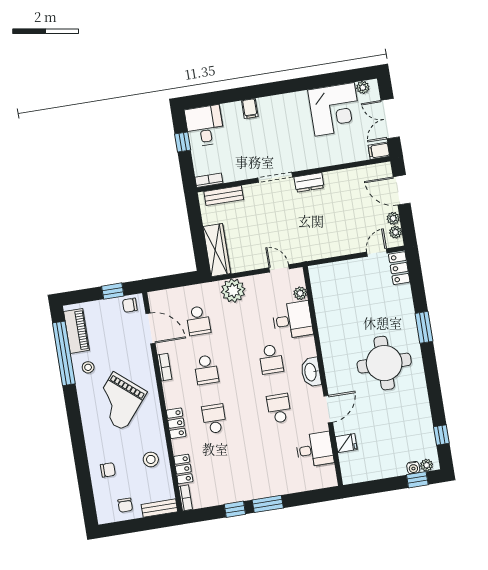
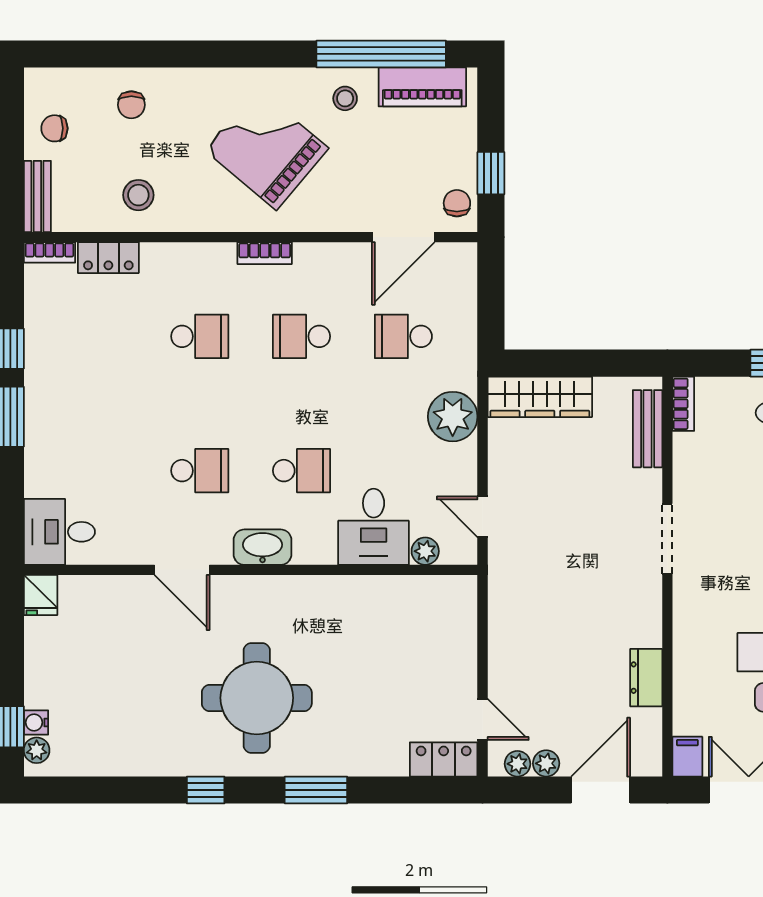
dresser: (309, 182) -> (646, 678), moved
door: (279, 268) -> (483, 517), swing flipped
school desk: (271, 359) -> (302, 471), turned 180
bookcase: (165, 367) -> (265, 253), moved
locker: (176, 423) -> (203, 258), removed
window: (441, 435) -> (206, 790), moved
fridge: (346, 443) -> (41, 595), moved
desk: (315, 450) -> (59, 532), moved, turned 90

